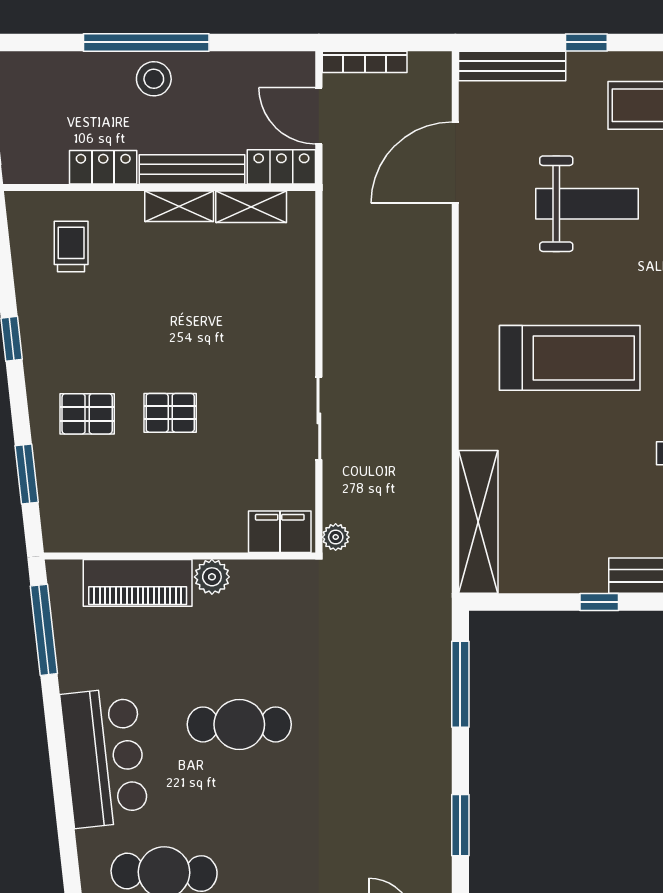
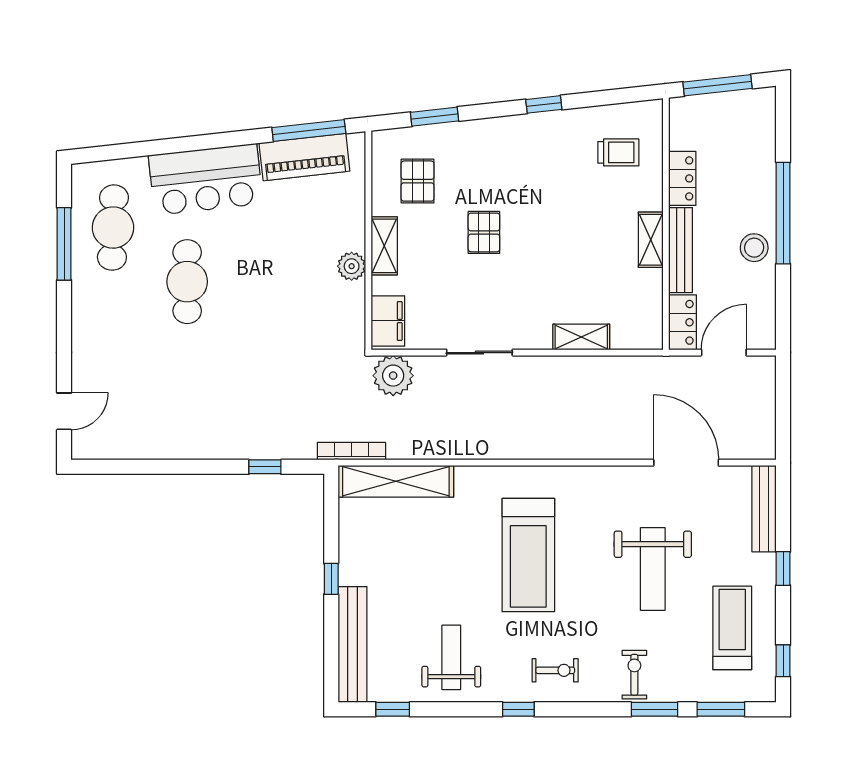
bookcase: (365, 62) -> (351, 451), moved, turned 90
stool: (154, 79) -> (754, 248), moved
shelving: (251, 207) -> (581, 337), moved, turned 90
pallet: (87, 414) -> (418, 181), moved
shelving: (187, 536) -> (384, 246), added
plant: (336, 537) -> (393, 376), width x1.87, depth x1.87
piano: (138, 583) -> (304, 157), moved, turned -96
window: (460, 684) -> (265, 467), width x0.46
cafe table: (239, 724) -> (187, 282), moved
window: (460, 825) -> (151, 467), removed

